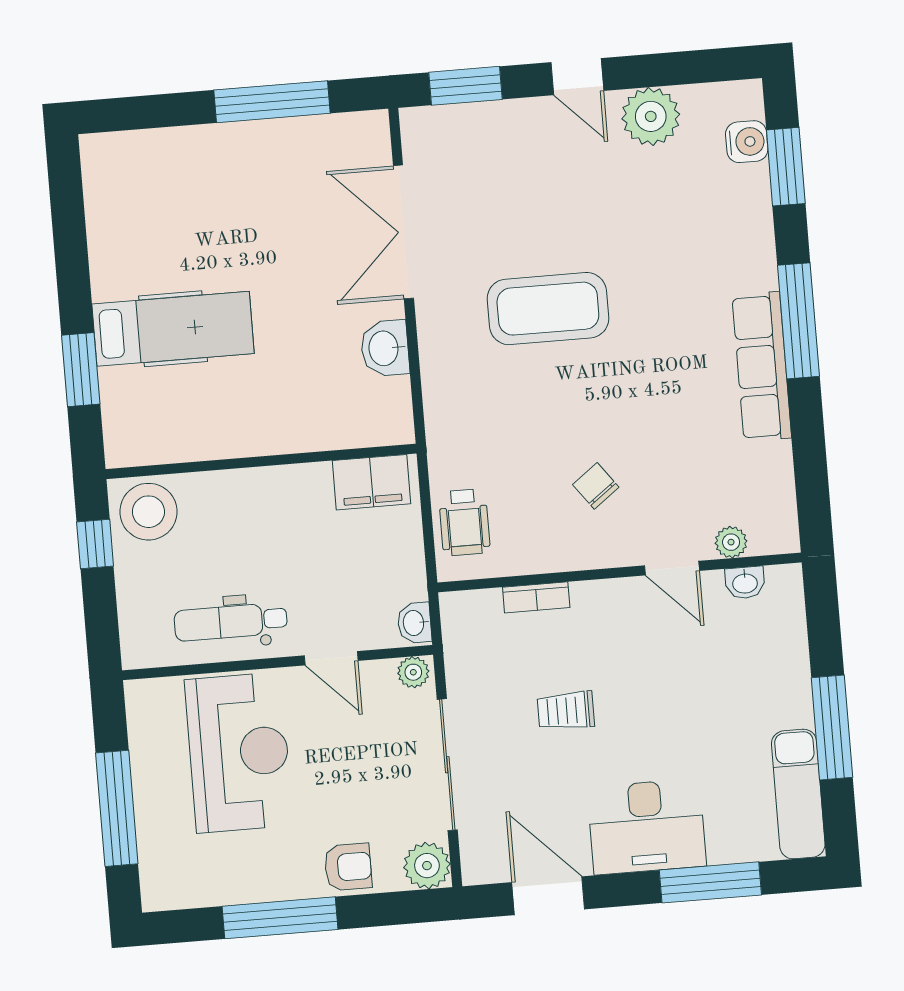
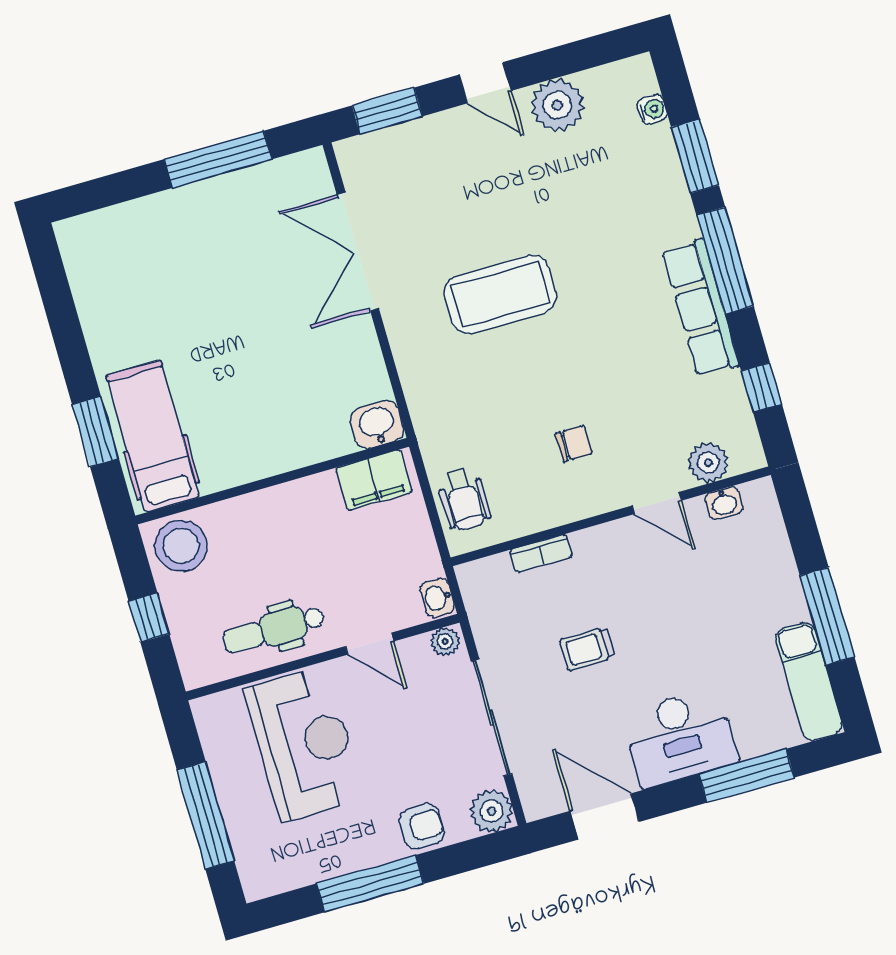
water cooler: (747, 142) -> (652, 109), width x0.72, depth x0.72
window: (786, 167) -> (695, 156), moved
hospital bed: (173, 329) -> (153, 436), moved, turned -90
washbasin: (385, 348) -> (377, 425), moved, turned 90
window: (810, 466) -> (761, 388), added
chair: (596, 486) -> (574, 443), turned 127
plant: (731, 542) -> (708, 463), width x1.38, depth x1.38
window: (95, 544) -> (149, 617), moved

